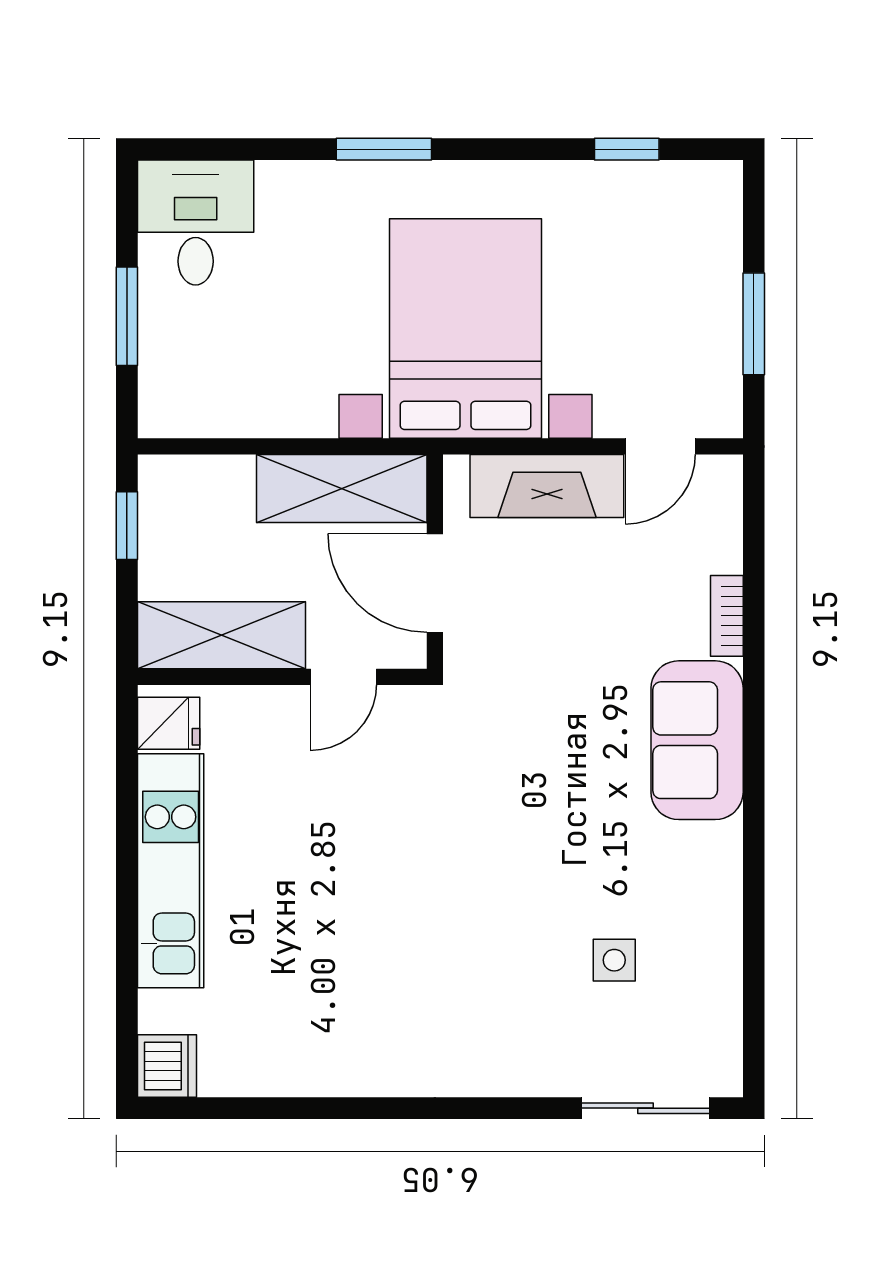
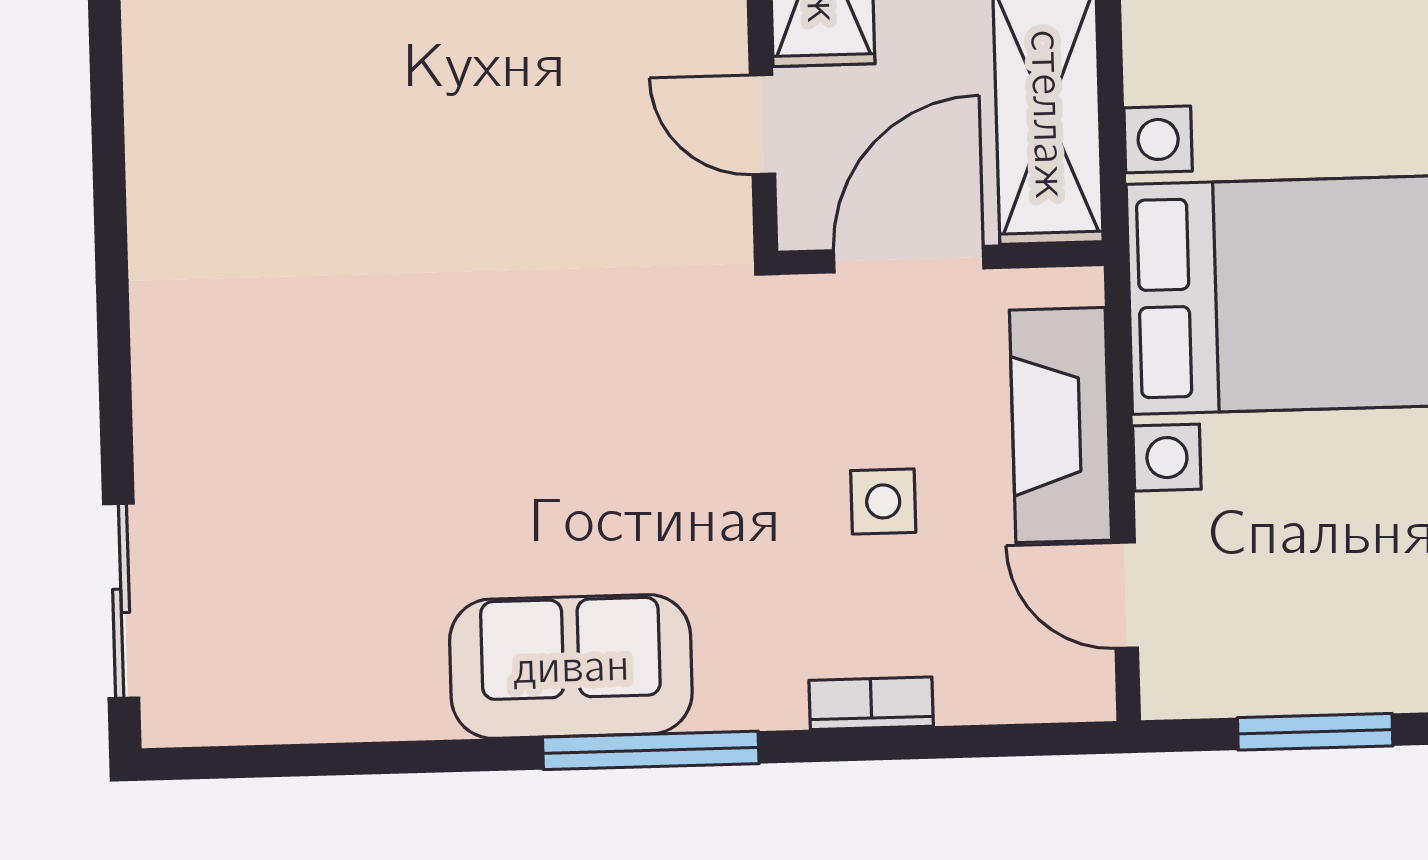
sofa: (697, 740) -> (571, 667), moved
window: (754, 762) -> (651, 750), added
side table: (614, 960) -> (883, 501), moved

